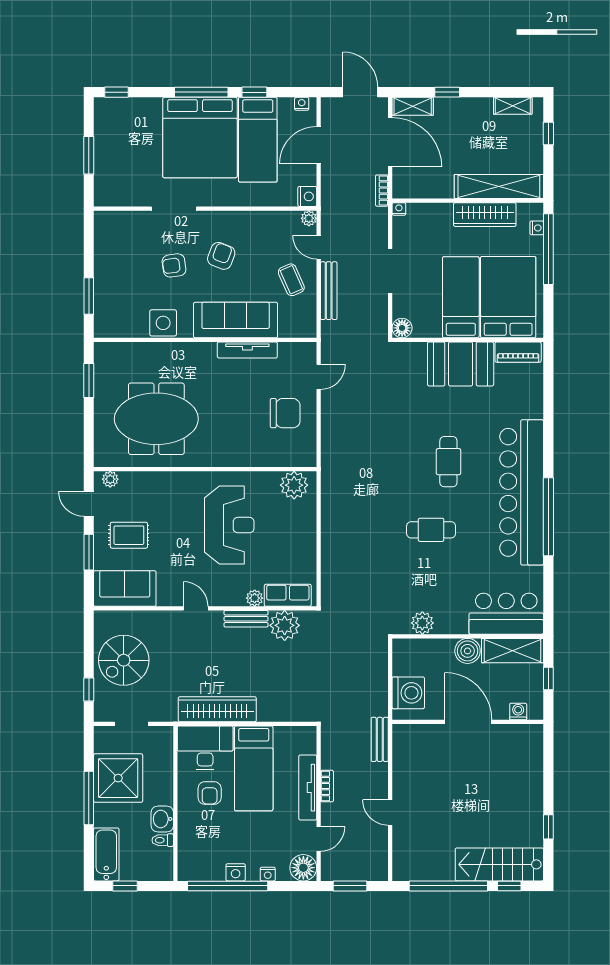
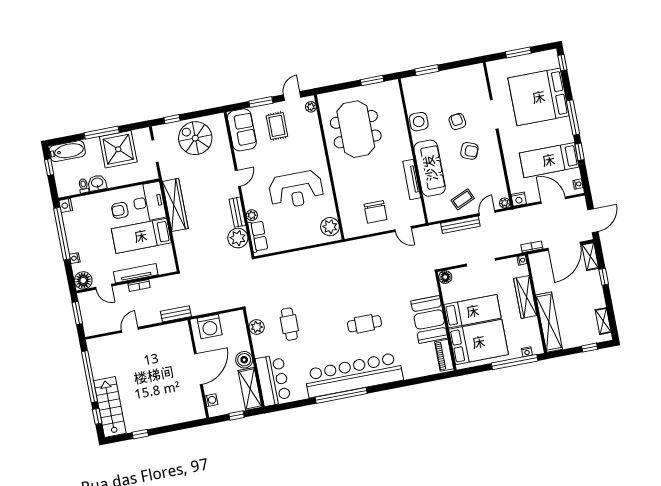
bed: (200, 137) -> (539, 97), moved
wardrobe: (485, 215) -> (525, 297), moved
cafe table: (431, 530) -> (289, 324), moved
nightstand: (236, 872) -> (66, 205), moved

